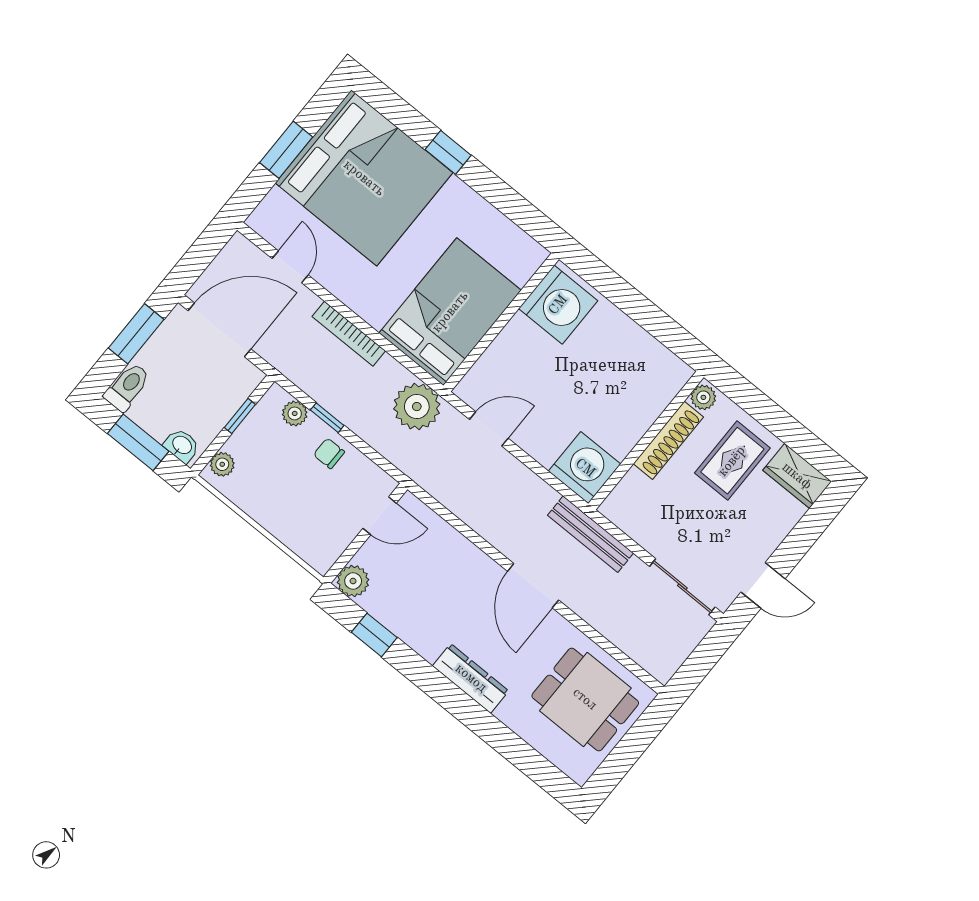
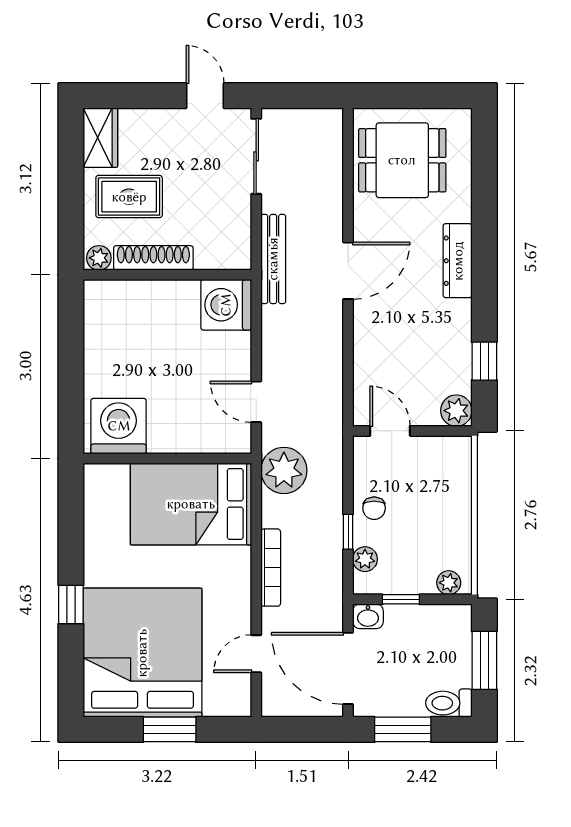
washbasin: (182, 446) -> (368, 616), moved, turned -90
dining table: (585, 699) -> (402, 160), turned 90

